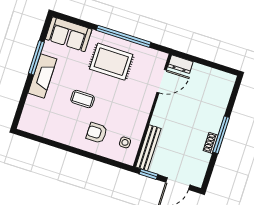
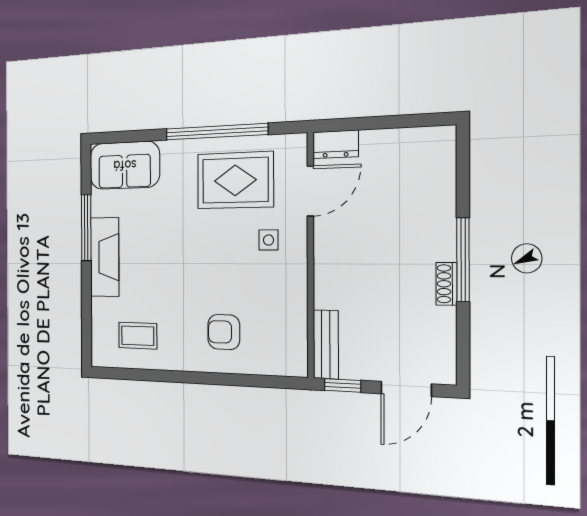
rug: (111, 62) -> (235, 180), moved
coffee table: (83, 99) -> (138, 336), moved
side table: (125, 142) -> (269, 240), moved
bench: (148, 148) -> (326, 344), width x0.73

